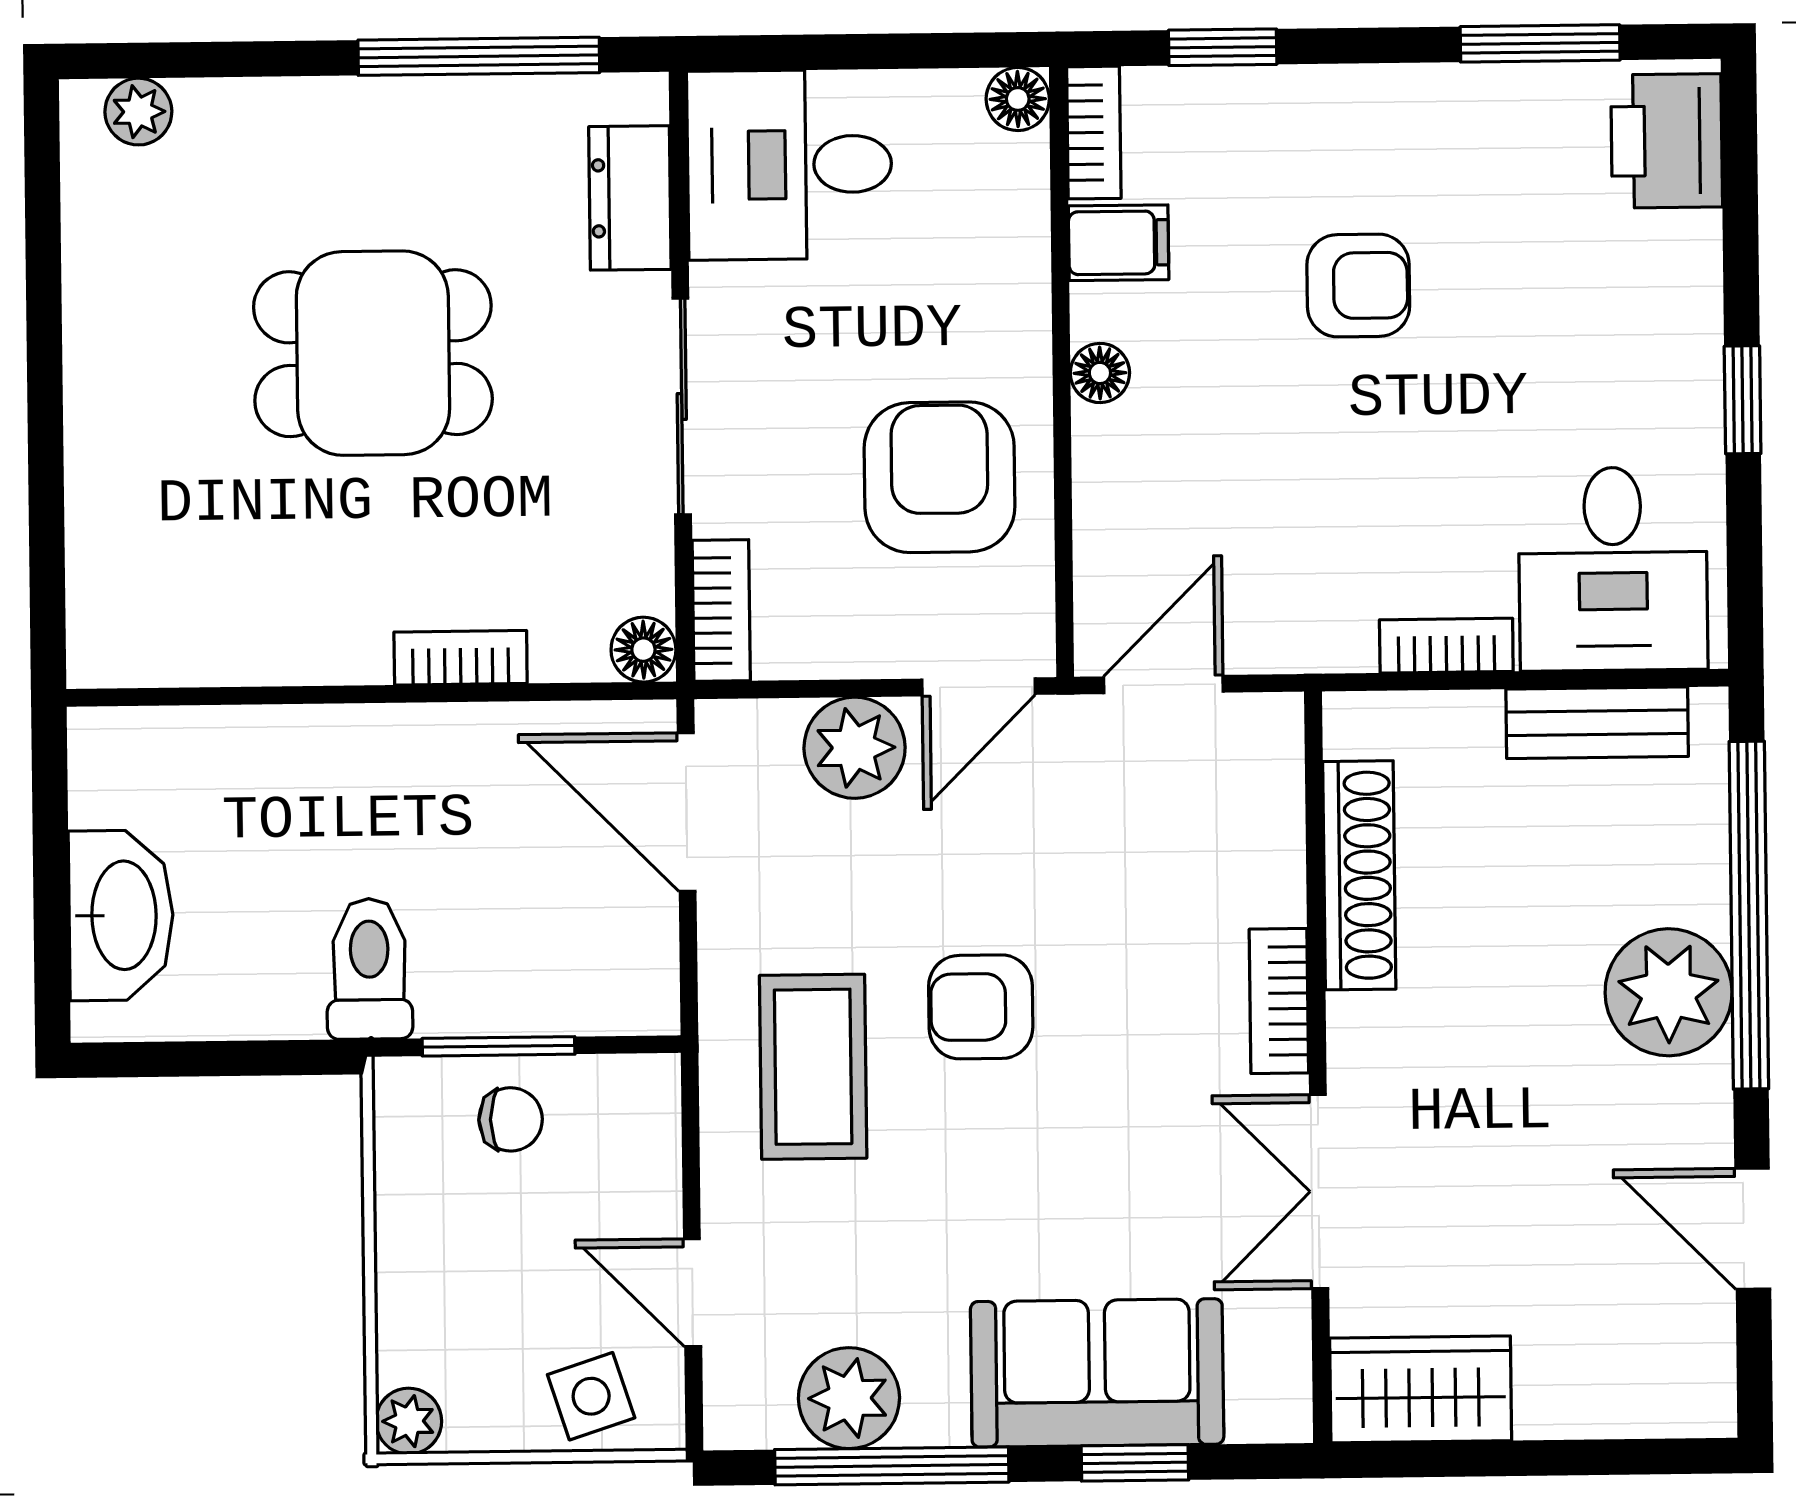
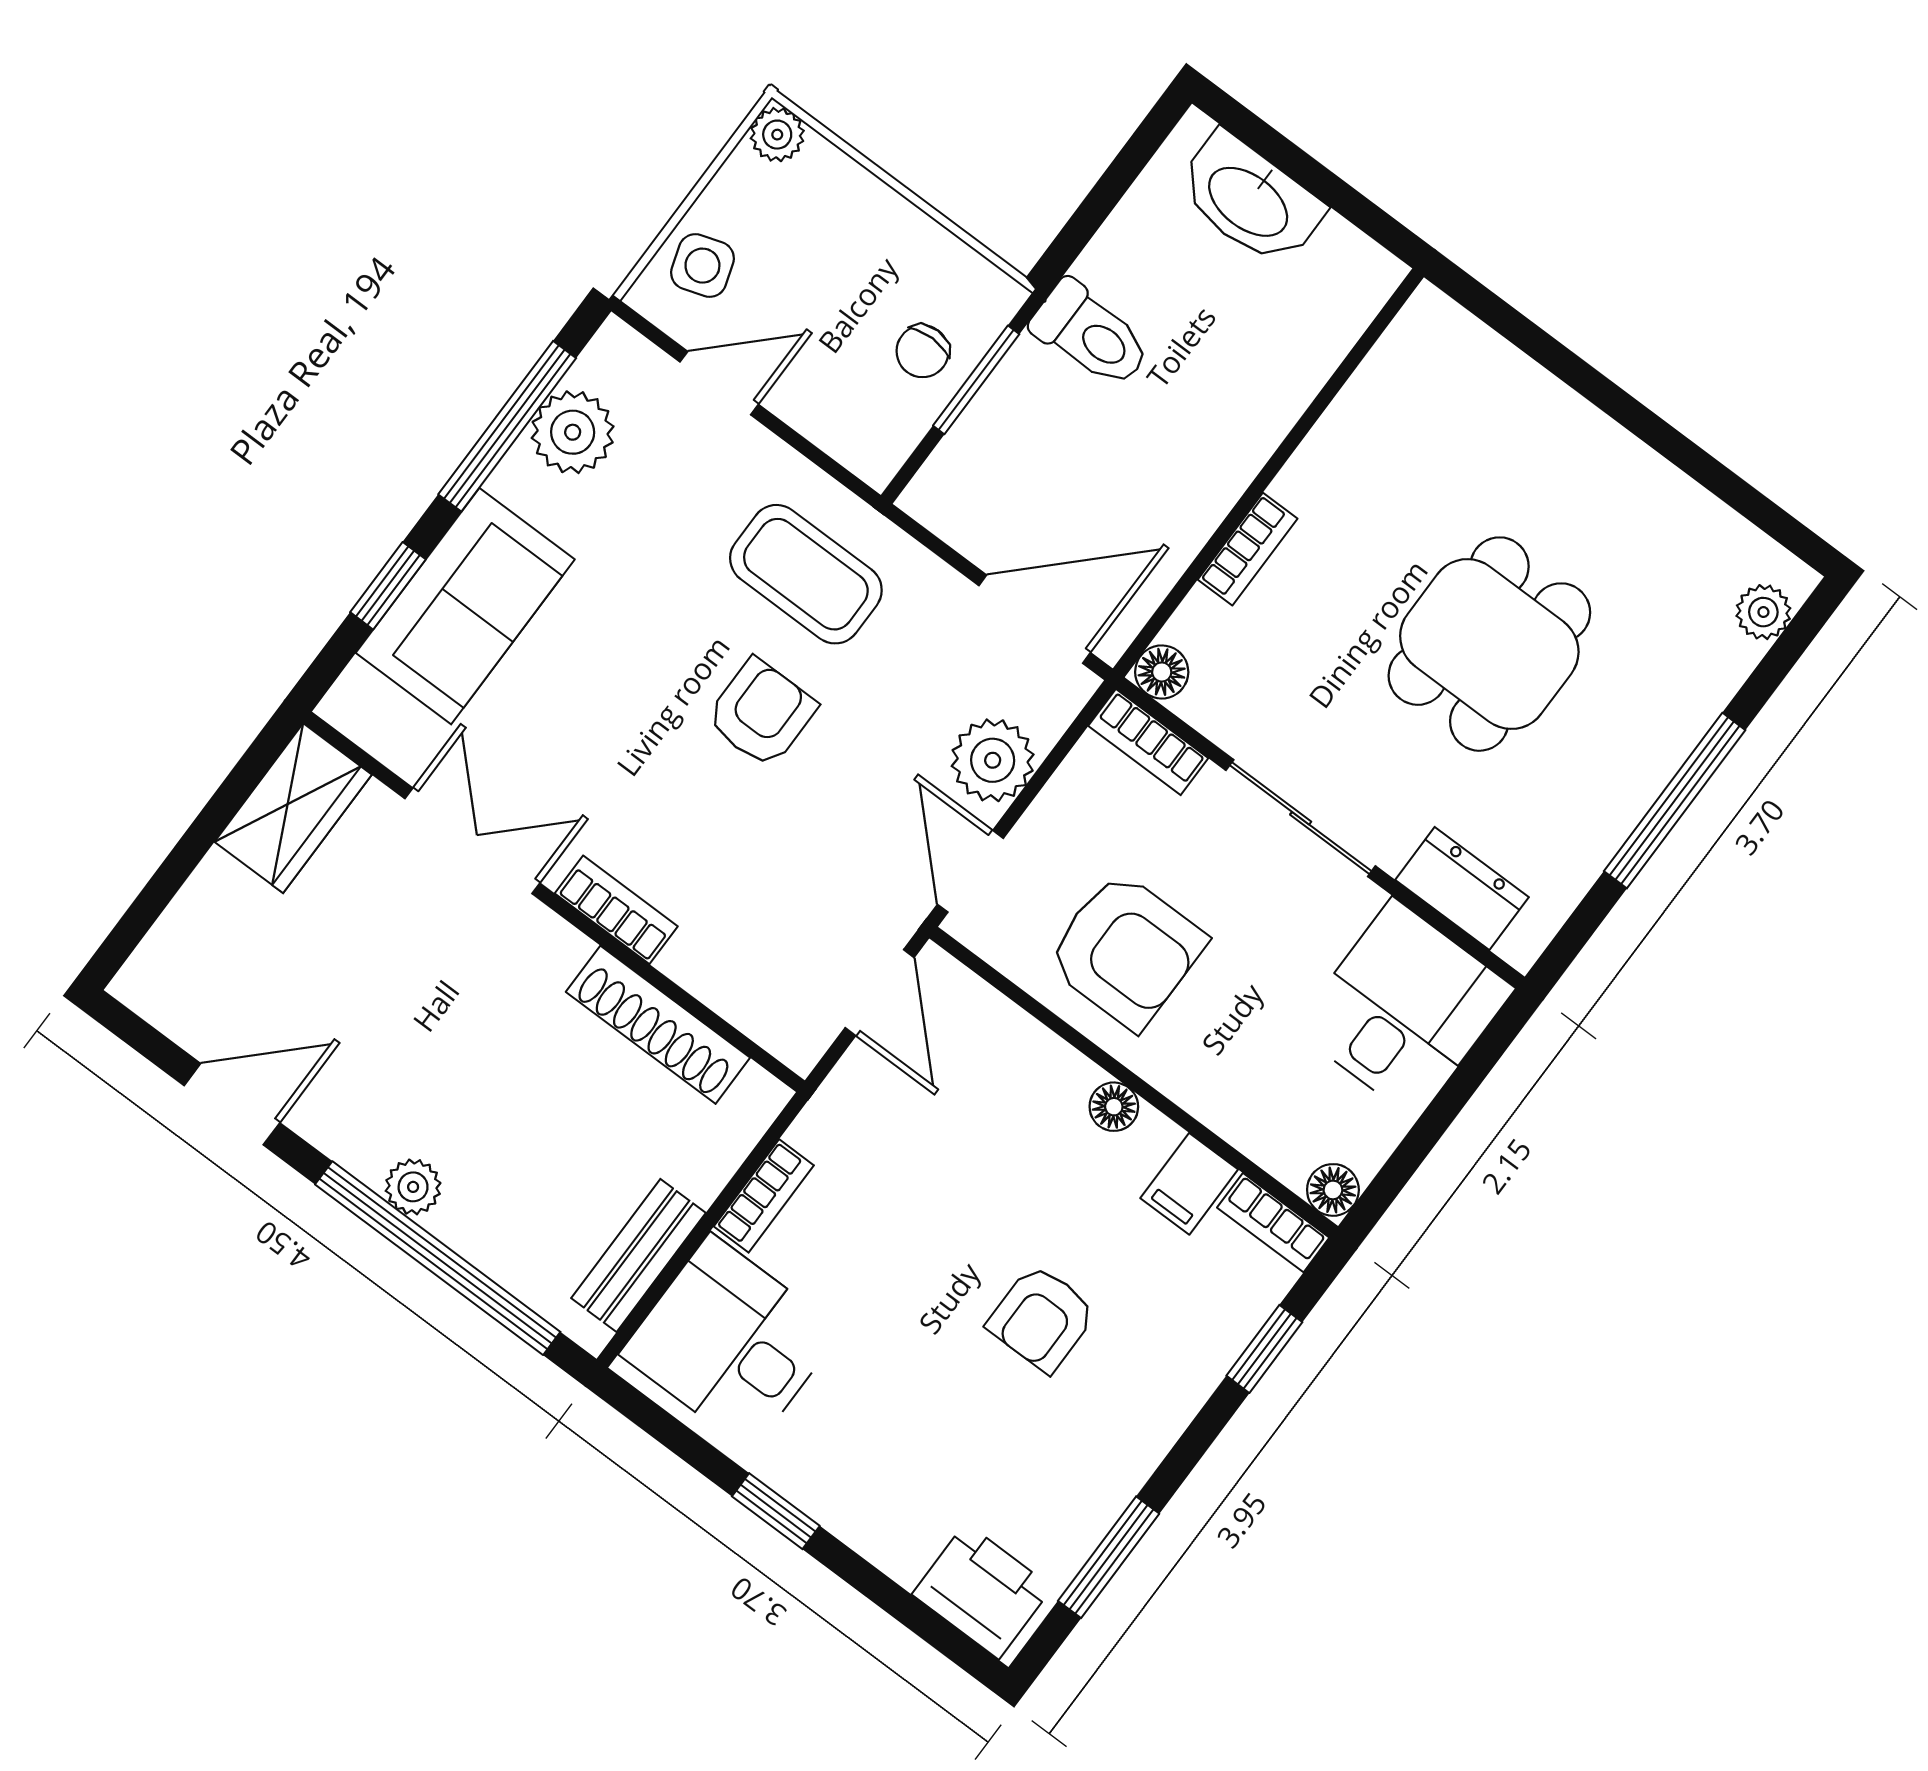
window: (479, 56) -> (1675, 801), moved
plant: (1669, 992) -> (413, 1187), width x0.53, depth x0.53

